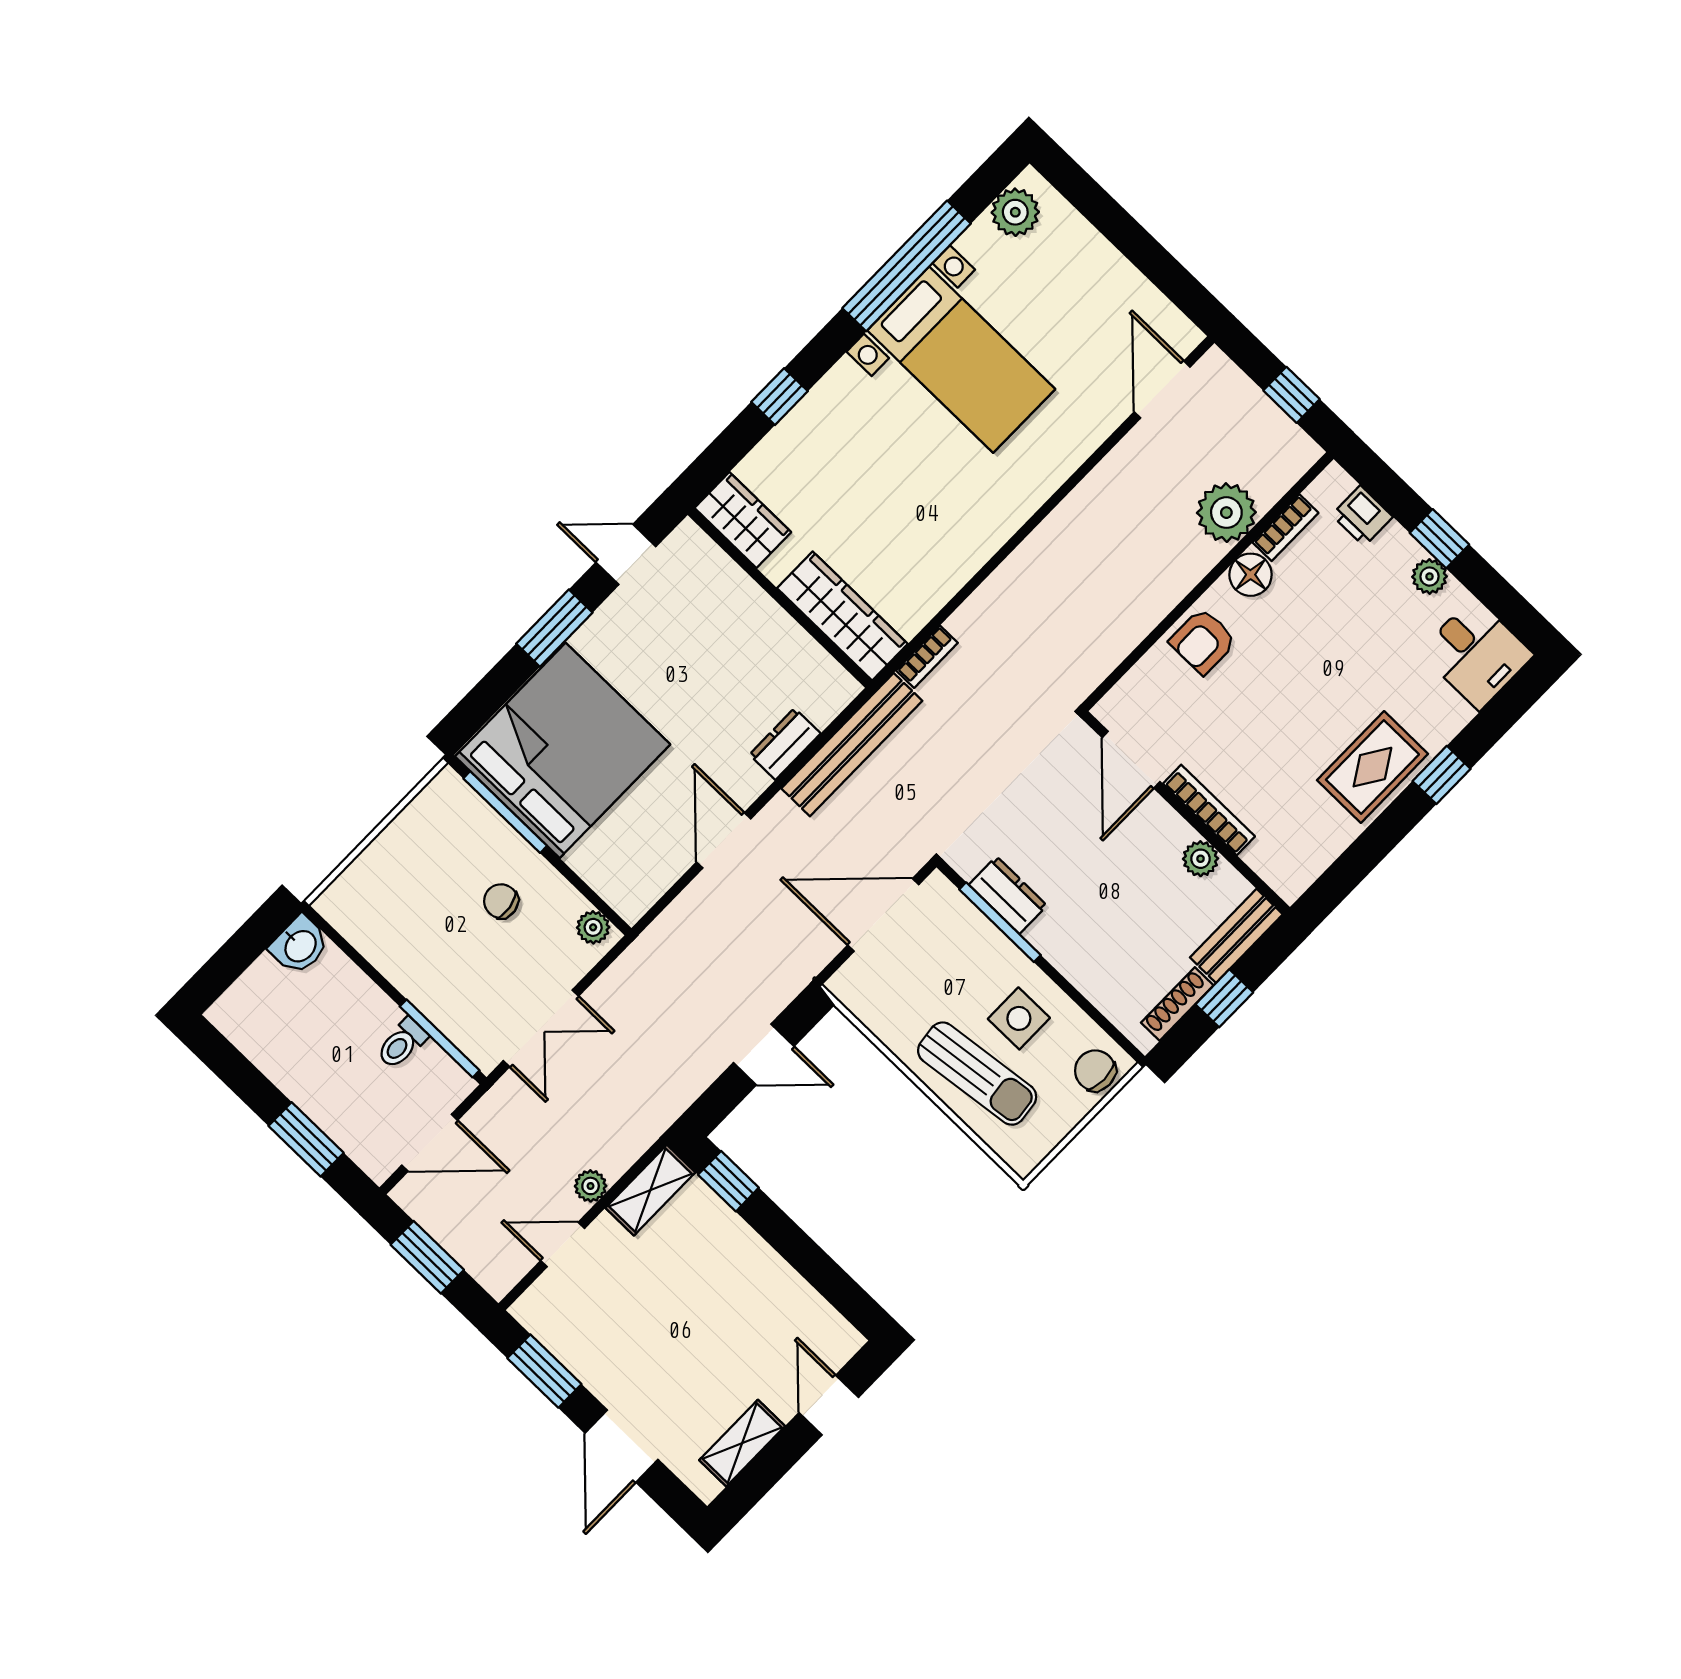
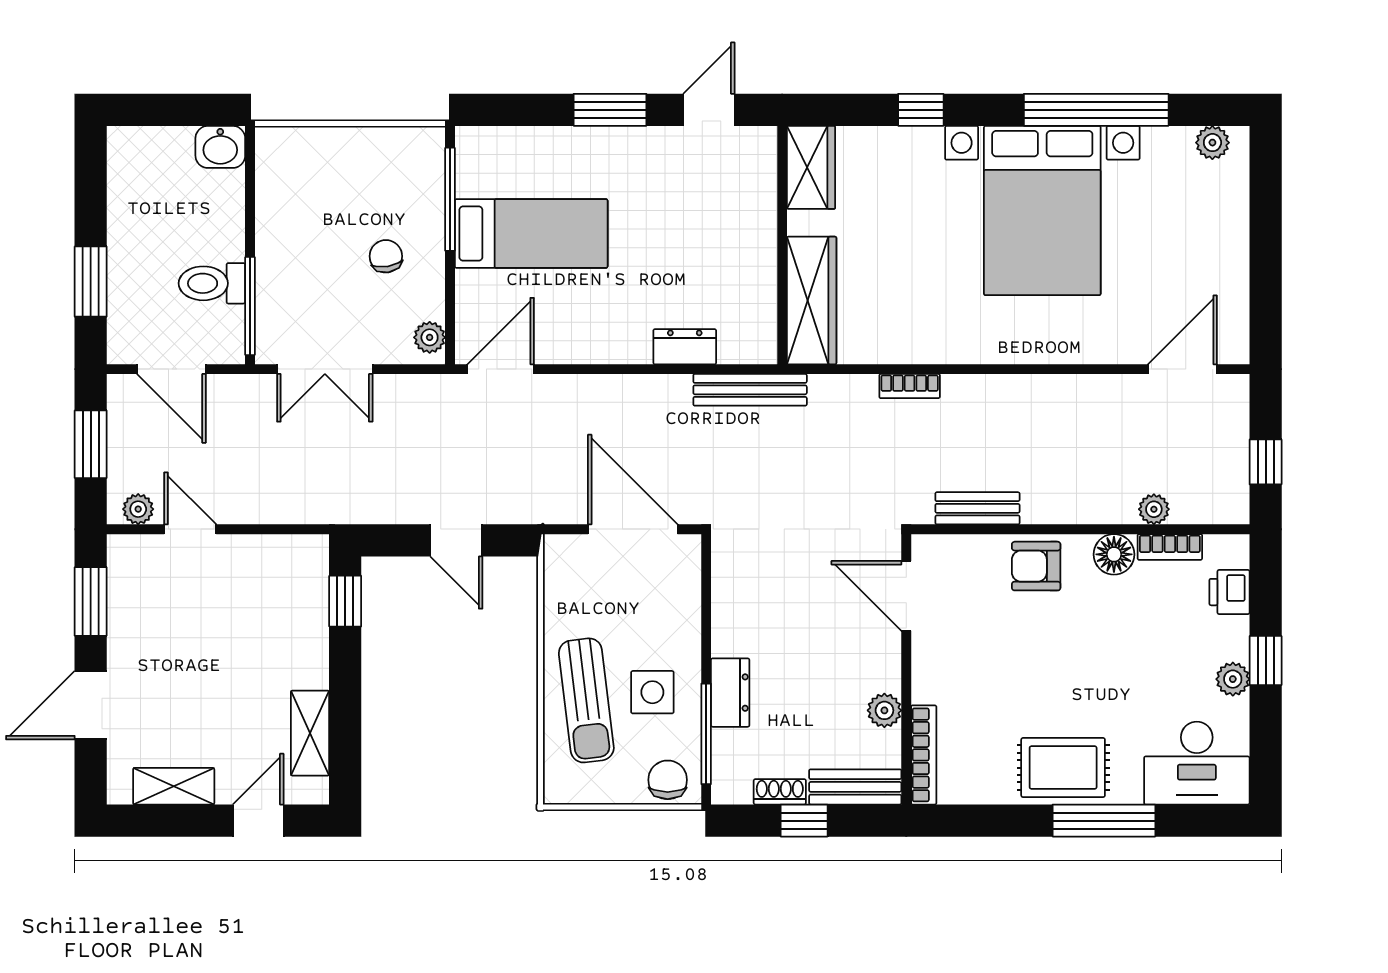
plant: (1015, 212) -> (1212, 143), width x0.73, depth x0.73
bed with nightstands: (961, 360) -> (1042, 210), width x1.36
plant: (1226, 513) -> (1154, 509), width x0.53, depth x0.53
door: (626, 554) -> (709, 110), hinge flipped
bench: (1117, 643) -> (977, 508), added
desk: (1476, 654) -> (1197, 763), width x1.37
bookcase: (927, 657) -> (910, 386), moved
bench: (852, 745) -> (750, 390), width x0.73, depth x0.82
bed: (563, 750) -> (531, 234), width x0.49
door: (1131, 760) -> (906, 596), hinge flipped
window: (1442, 775) -> (1104, 821), width x2.17
bookcase: (1209, 810) -> (924, 755), moved
door: (724, 840) -> (501, 369), moved
dresser: (1008, 895) -> (730, 693), moved
window: (1000, 922) -> (706, 734), moved
shoe rack: (1177, 1004) -> (780, 792), width x0.70
toilet: (402, 1043) -> (212, 283), width x1.37, depth x1.39
plant: (591, 1186) -> (138, 509), moved
shelving: (650, 1190) -> (310, 733), moved, turned 90

